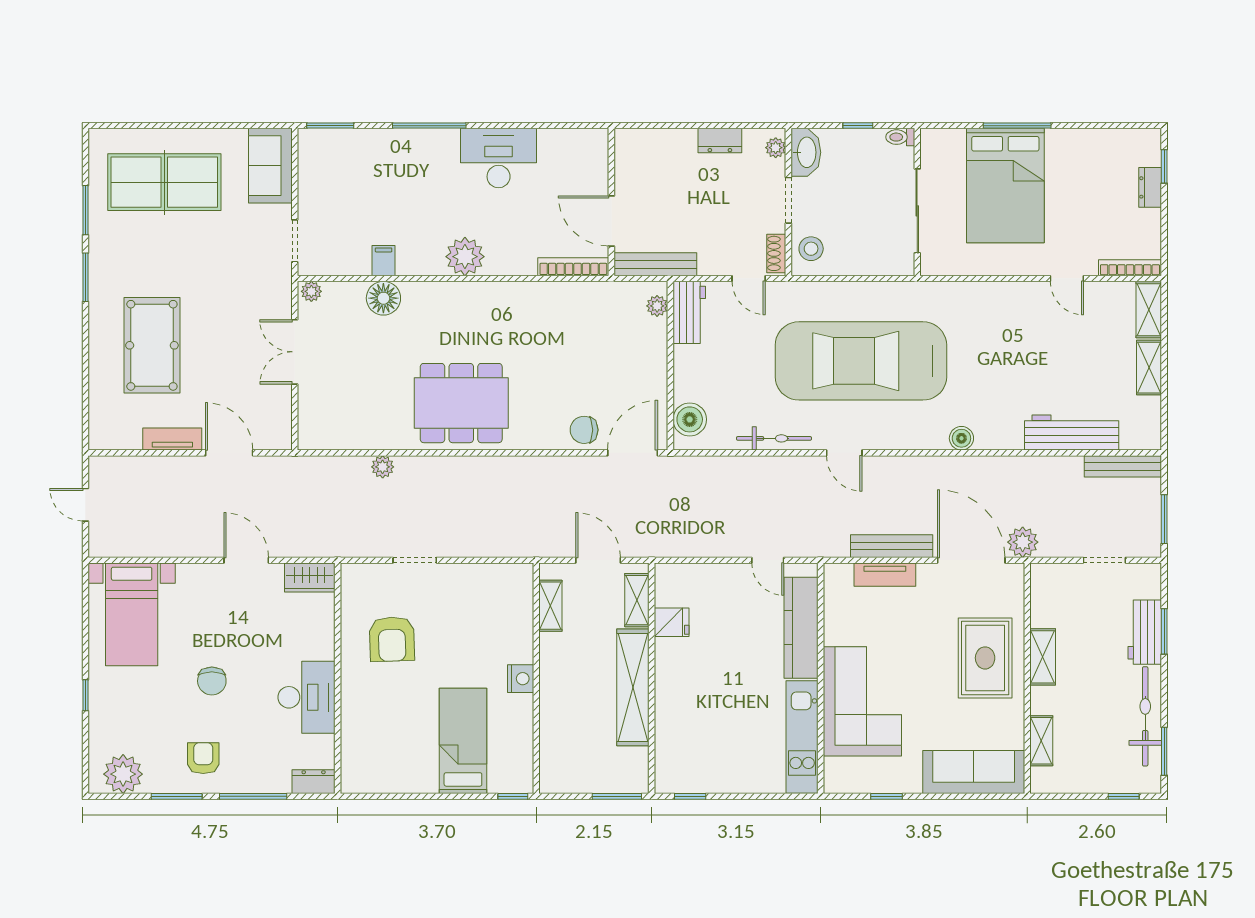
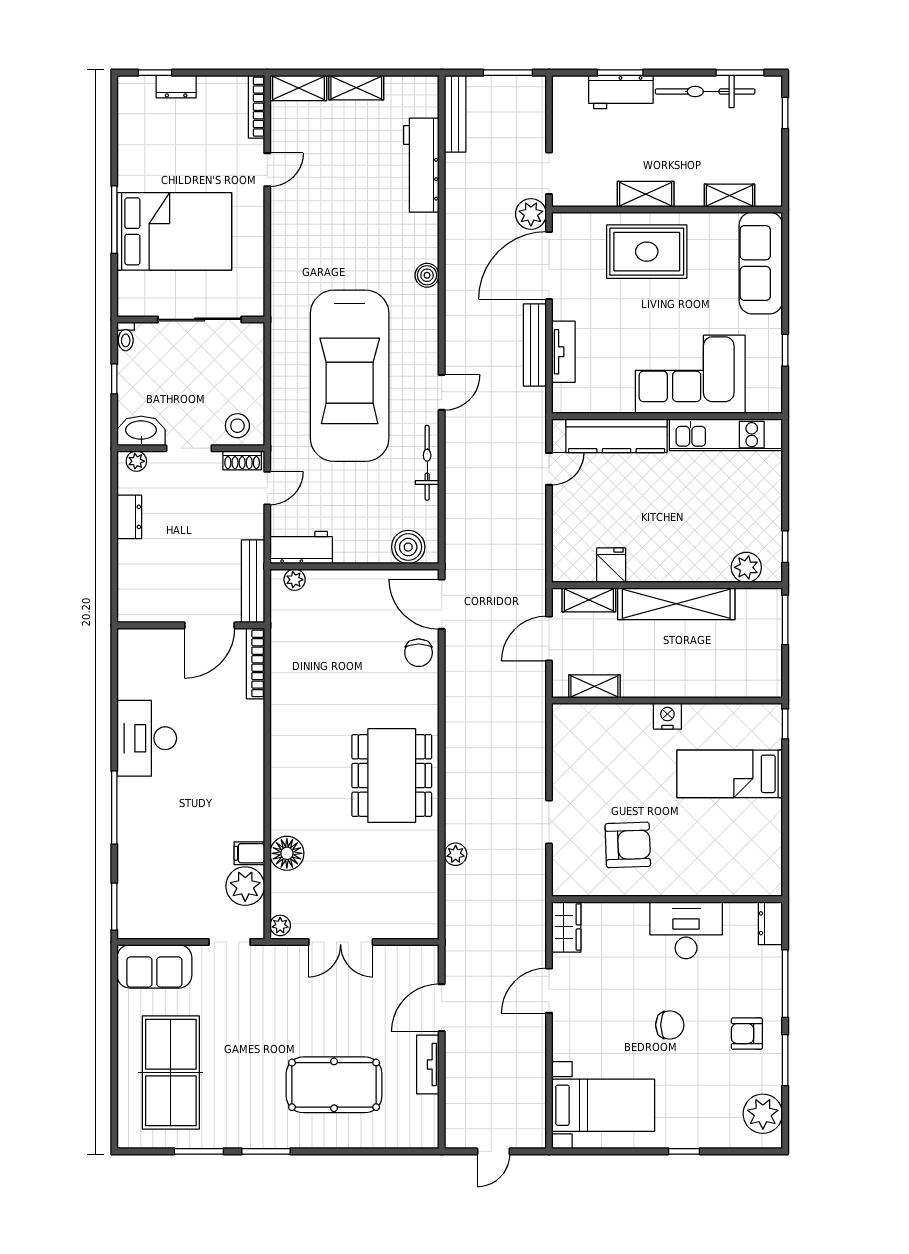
plant: (465, 257) -> (245, 886), moved
doorway: (1104, 560) -> (549, 173), moved
plant: (669, 758) -> (746, 567), added

